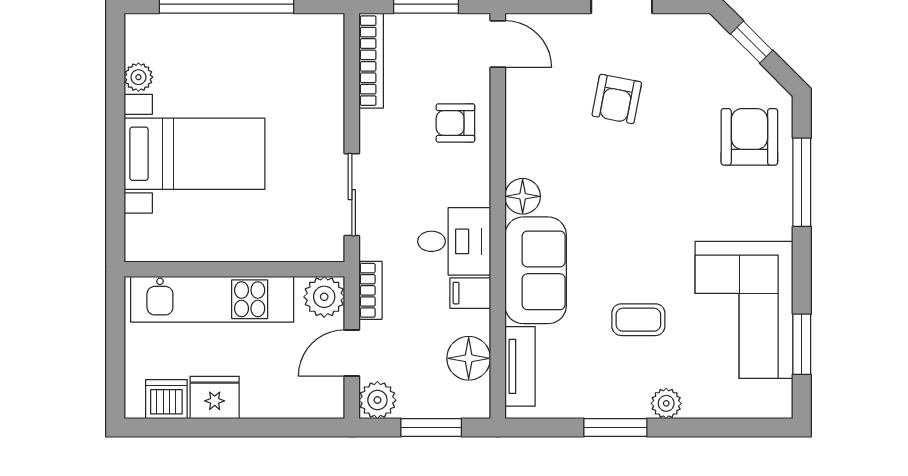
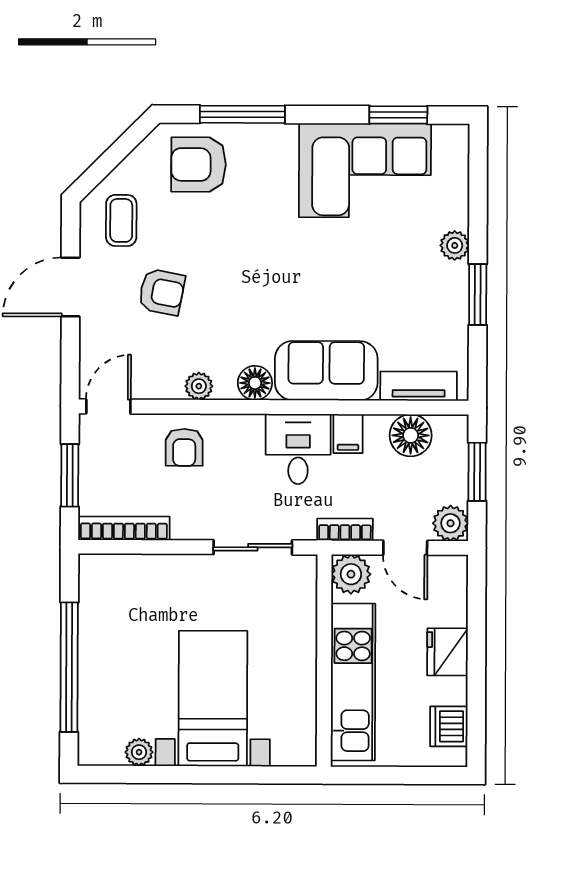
window: (752, 42) -> (107, 162), removed
plant: (519, 138) -> (199, 386), added
coffee table: (638, 320) -> (121, 220), moved
fridge: (215, 397) -> (448, 652), moved

